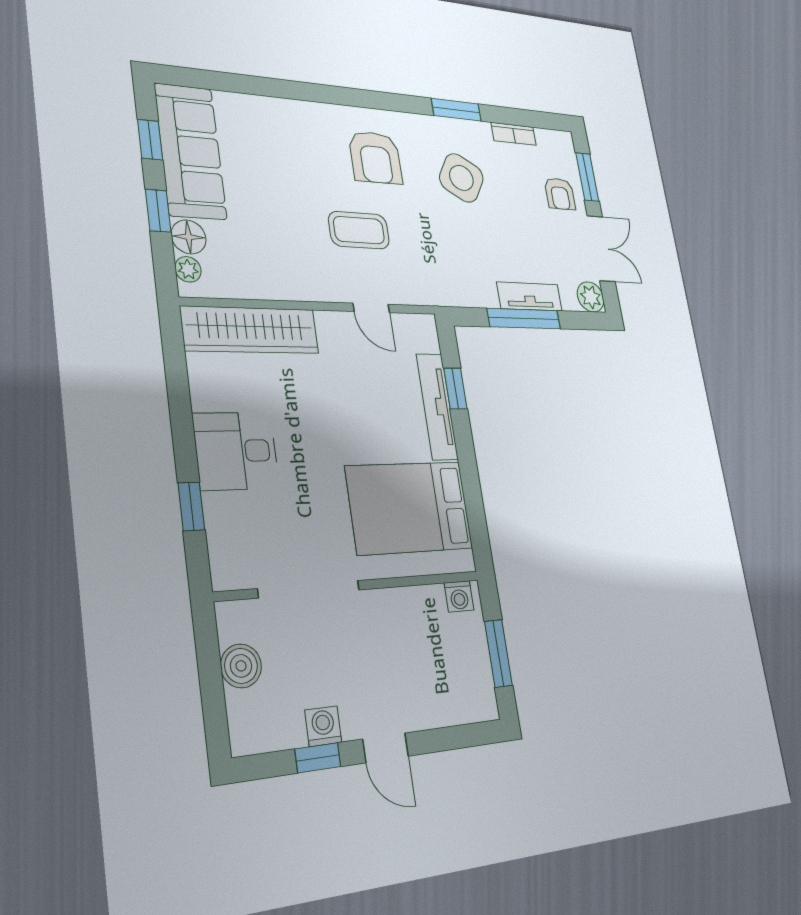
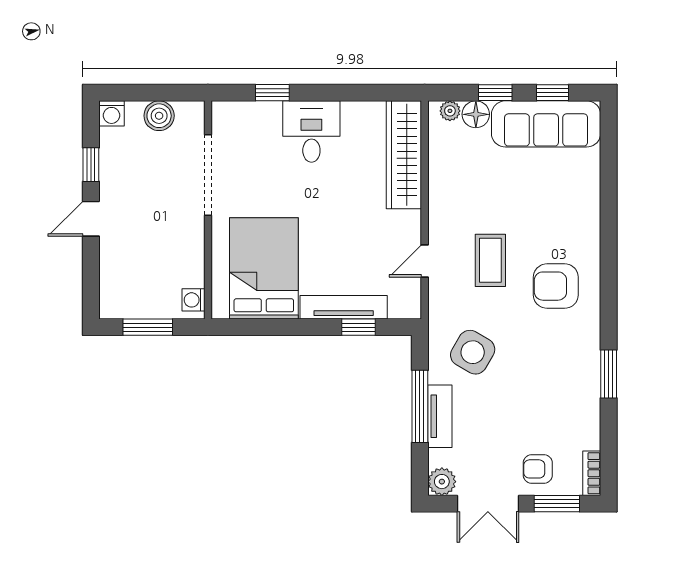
bookcase: (514, 134) -> (592, 473), moved
side table: (461, 178) -> (473, 352), moved
washing machine: (323, 726) -> (111, 113), moved, turned 90

